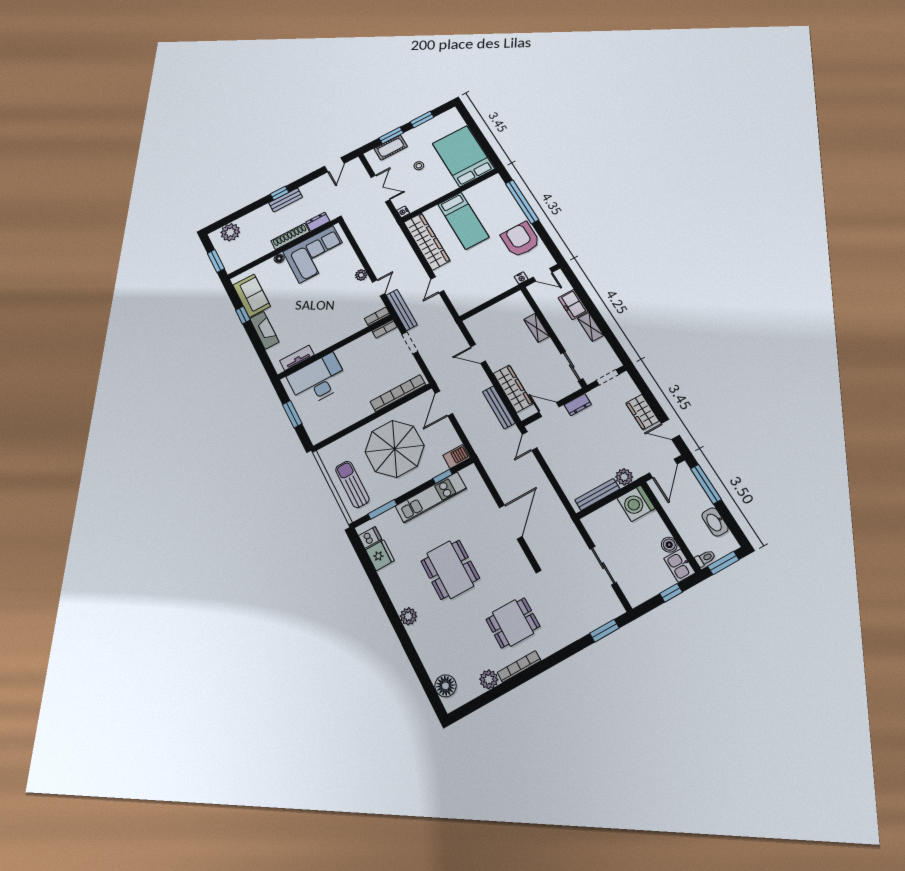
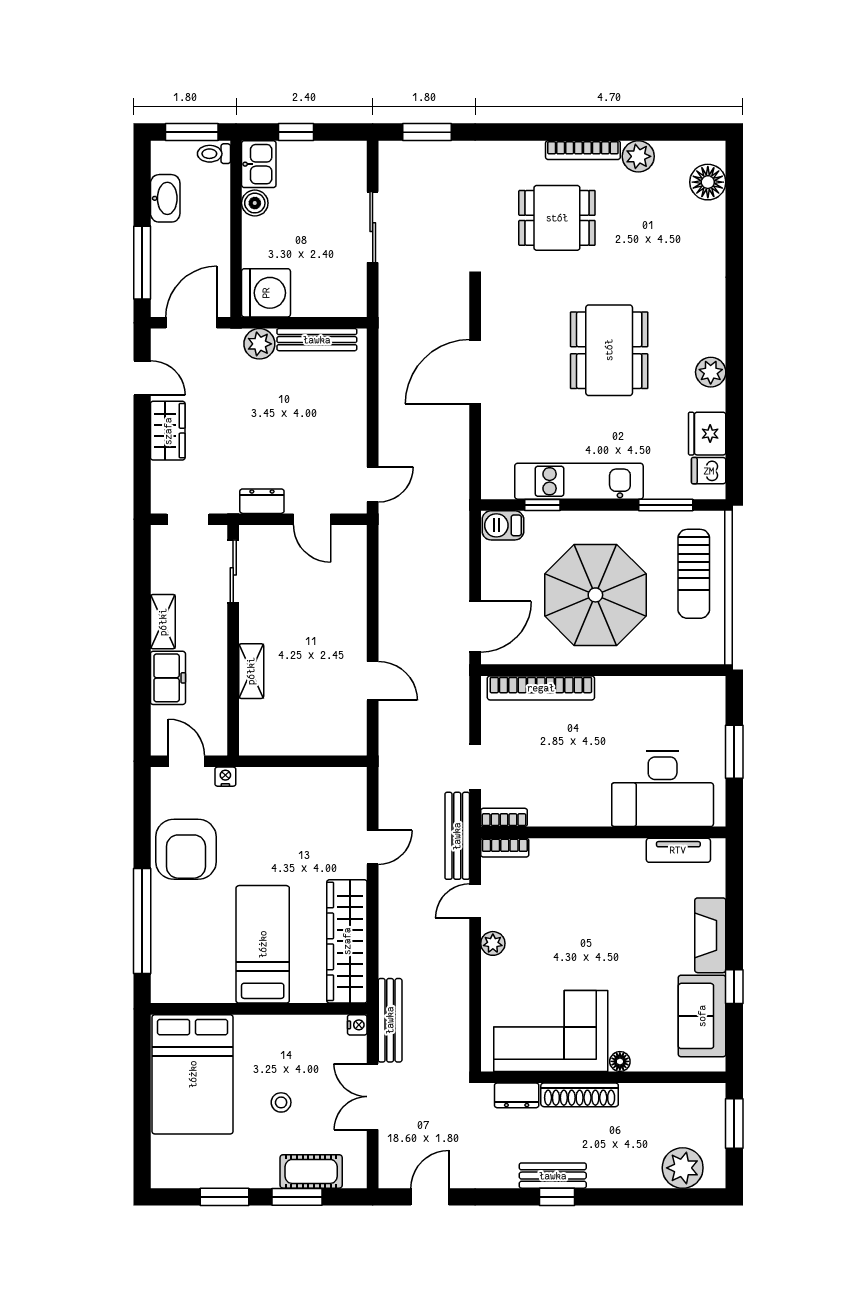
wardrobe: (513, 389) -> (350, 588), removed
bench: (499, 407) -> (390, 1020), moved
plant: (408, 616) -> (711, 372), moved

